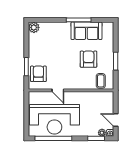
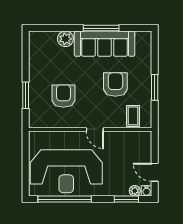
plant: (34, 27) -> (65, 39), moved
sofa: (86, 31) -> (105, 44), width x1.36
armchair: (38, 74) -> (63, 96), moved
door: (58, 90) -> (95, 129), moved

